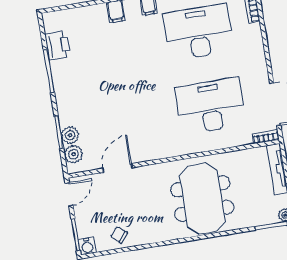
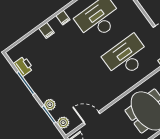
plant: (70, 135) -> (50, 105), moved
door: (117, 168) -> (92, 118), hinge flipped

